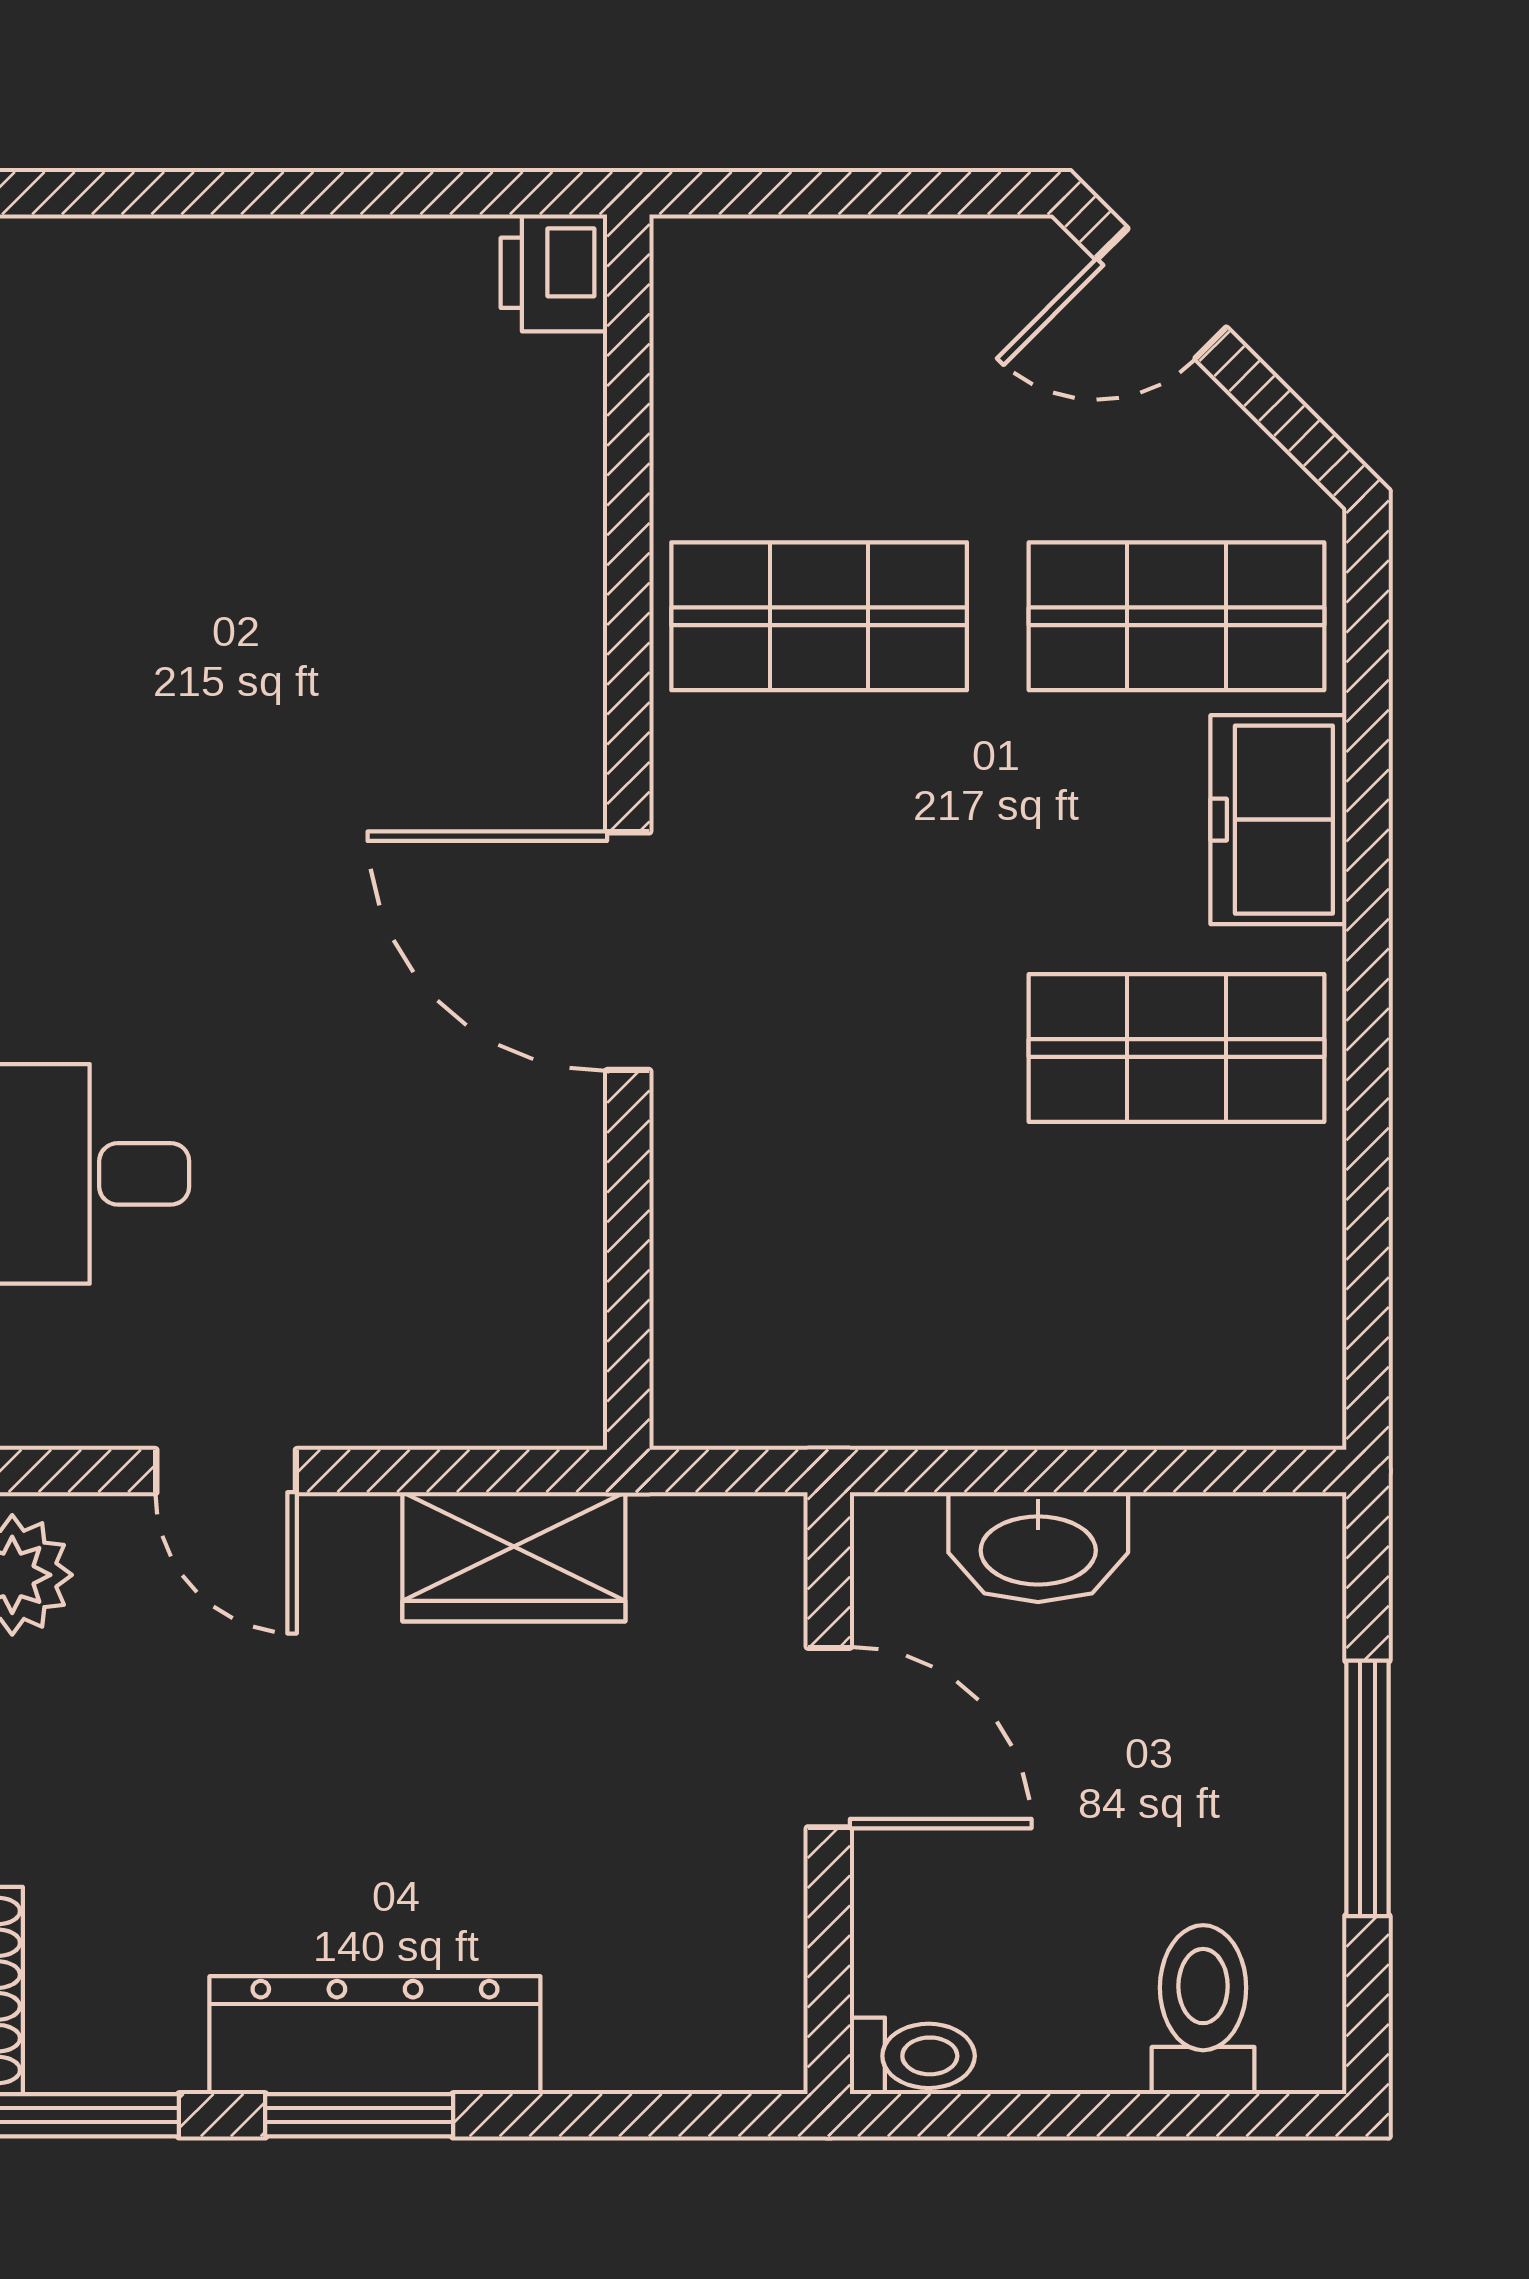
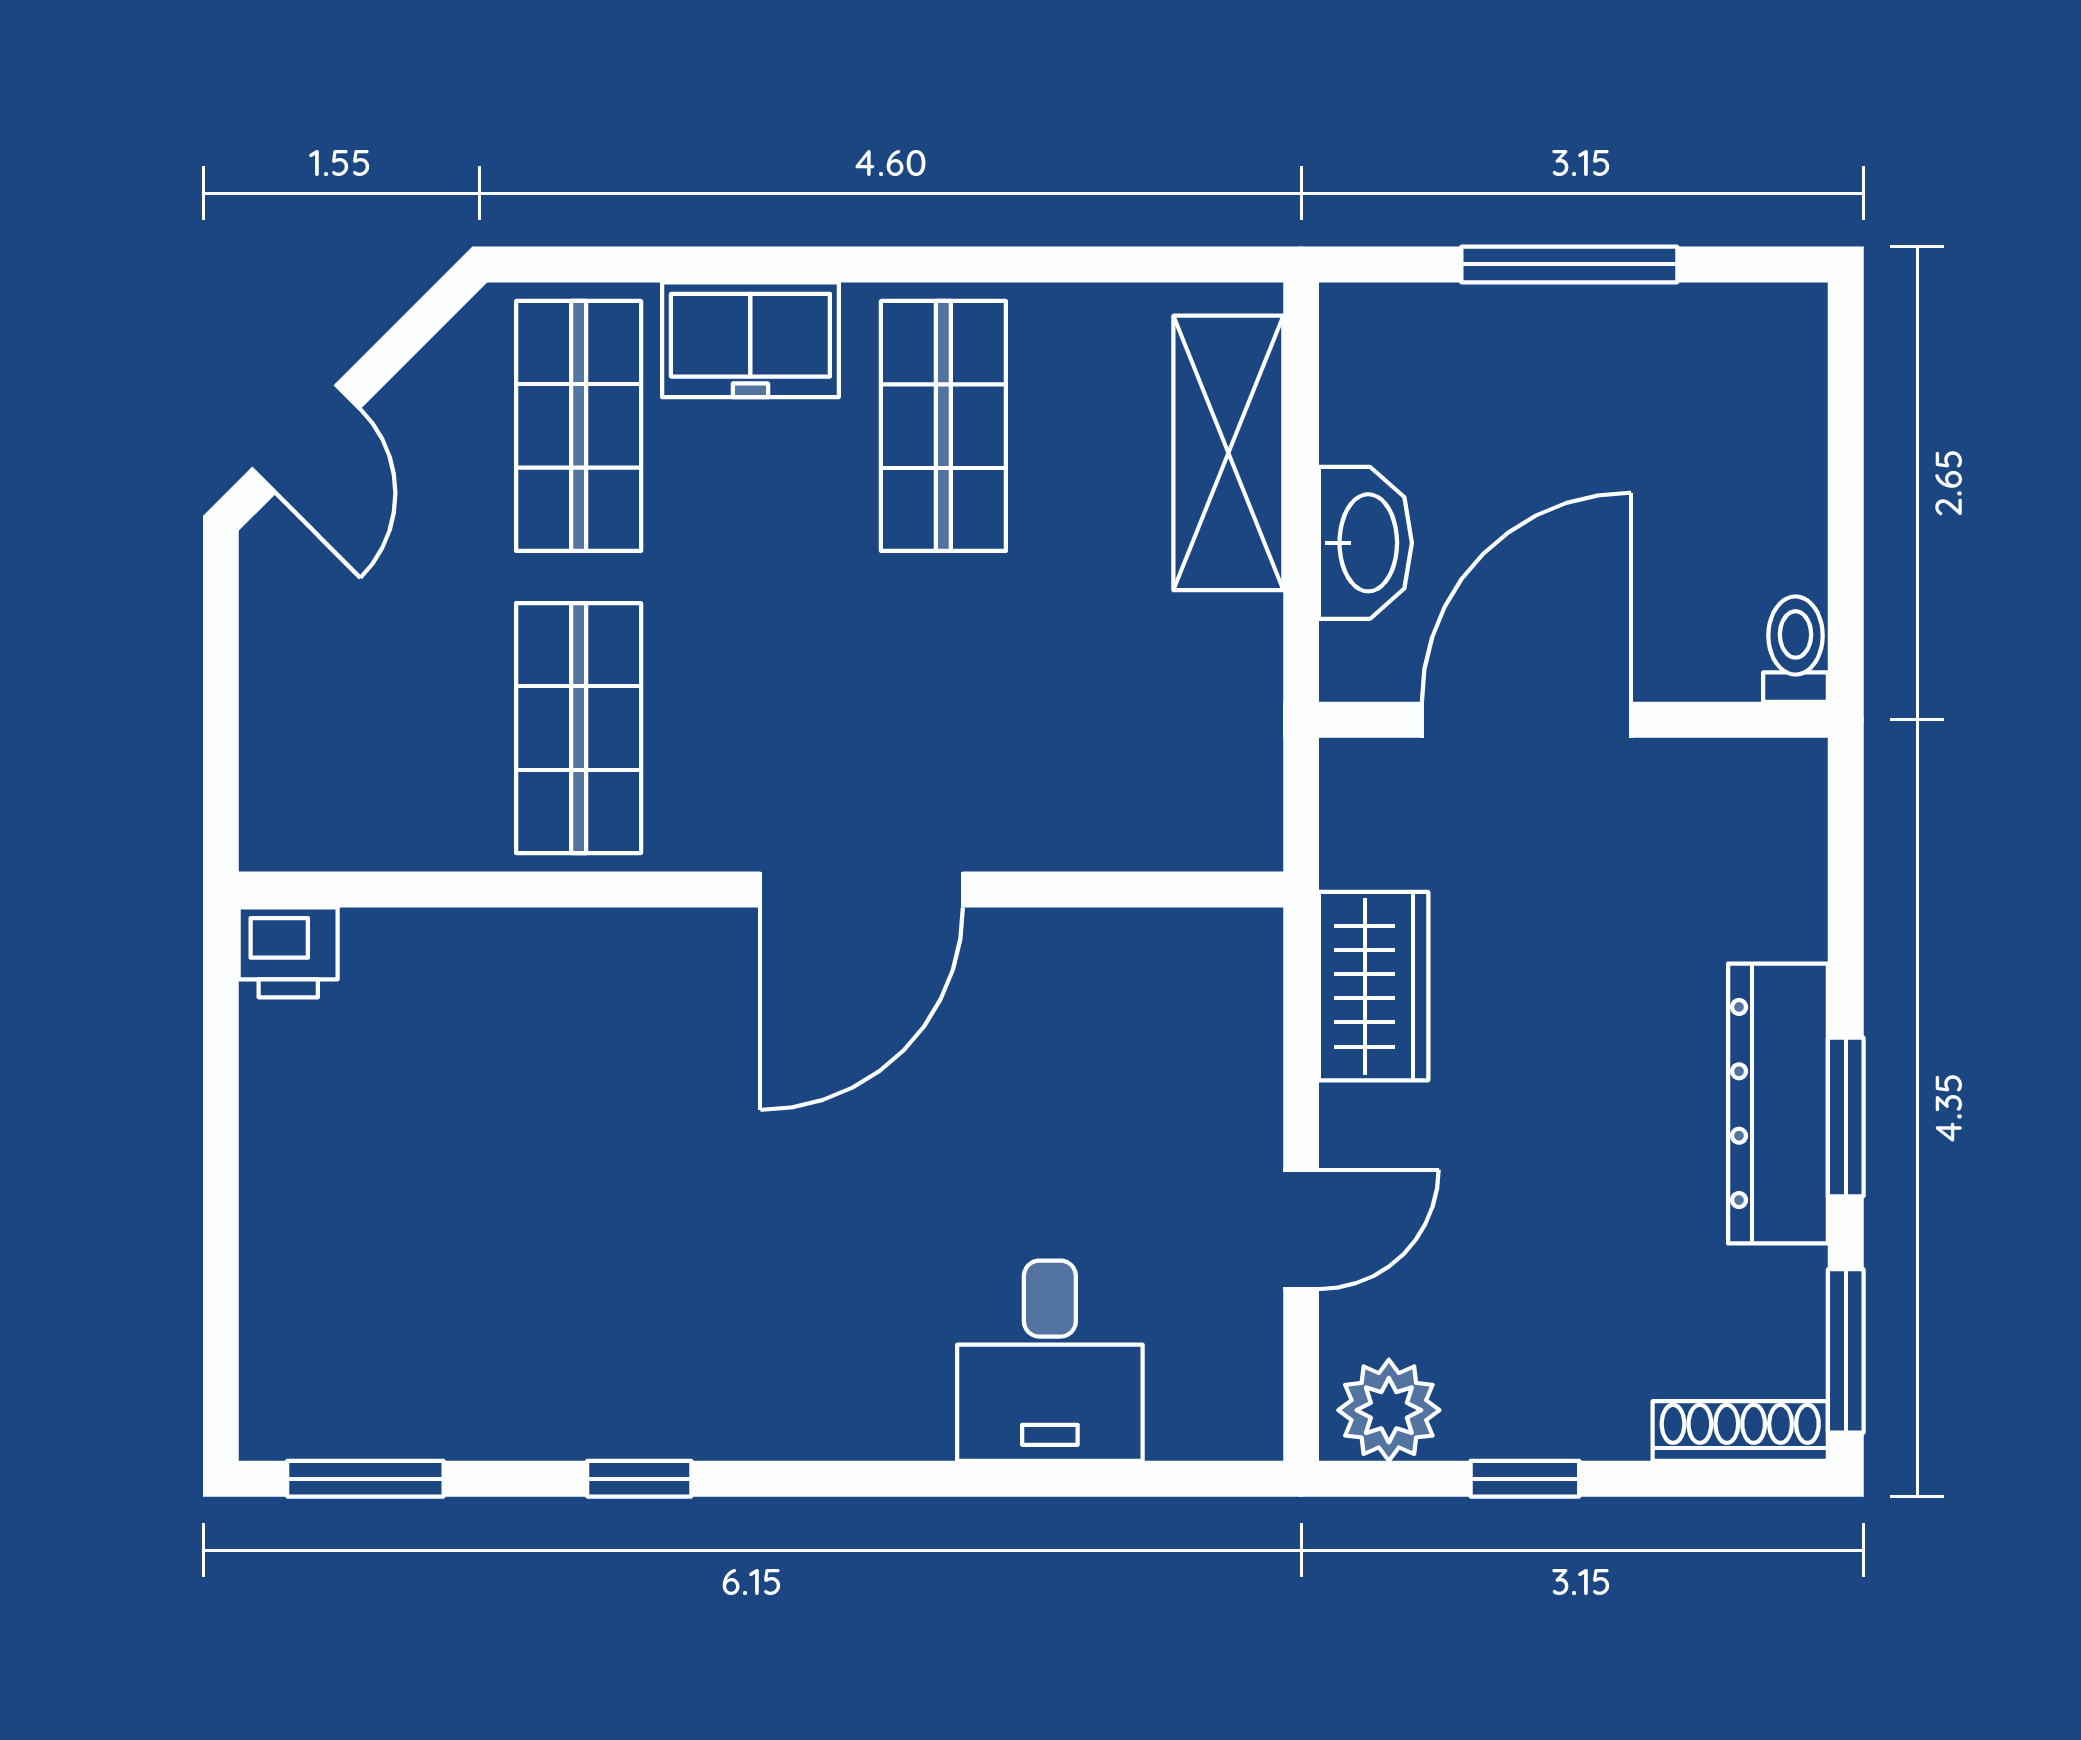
shelving: (1145, 1385) -> (1228, 453), added
door: (829, 1738) -> (1526, 720), width x1.36
toilet: (1203, 2010) -> (1756, 403), removed

